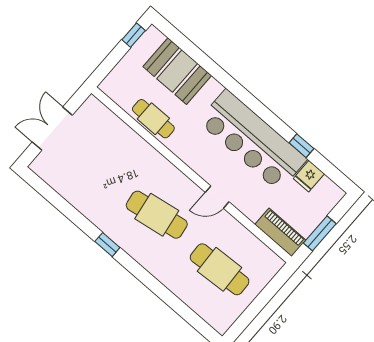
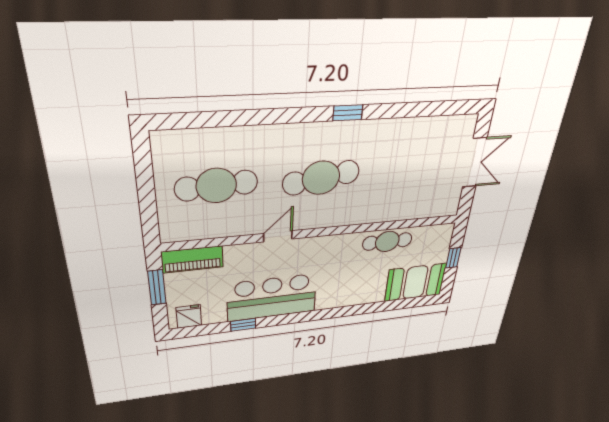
window: (134, 35) -> (453, 258), moved
booth: (177, 71) -> (415, 282), moved
bar counter: (252, 140) -> (272, 298), width x0.73
fridge: (309, 176) -> (189, 316), moved

